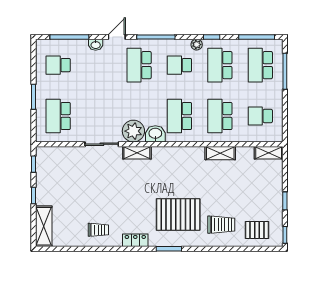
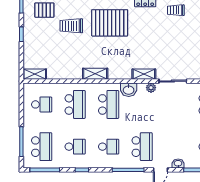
plant: (197, 45) -> (94, 164), removed
school desk: (220, 65) -> (75, 147), width x0.54
plant: (133, 131) -> (151, 88), width x0.53, depth x0.53
shelving: (220, 153) -> (95, 74), moved
trolley: (221, 225) -> (71, 26), moved

